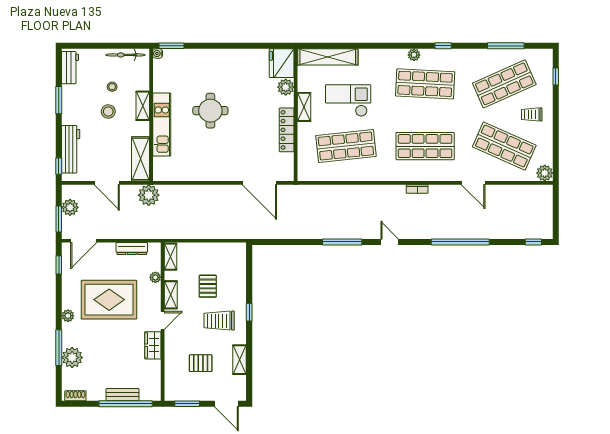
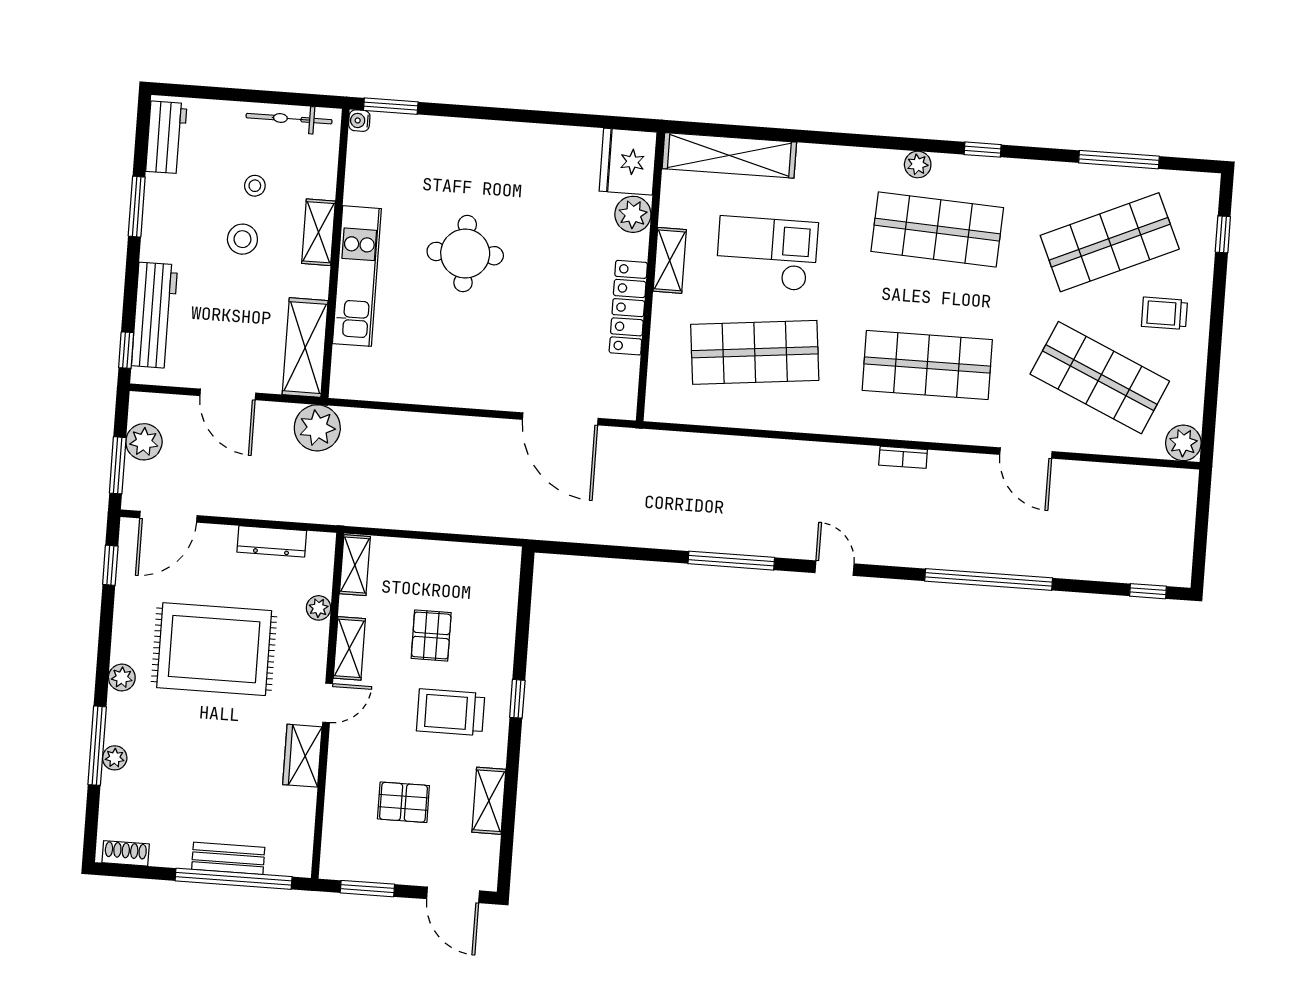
plant: (72, 358) -> (115, 758), width x0.53, depth x0.53

